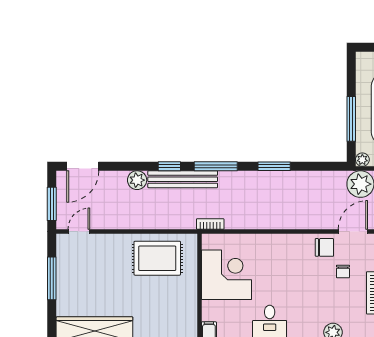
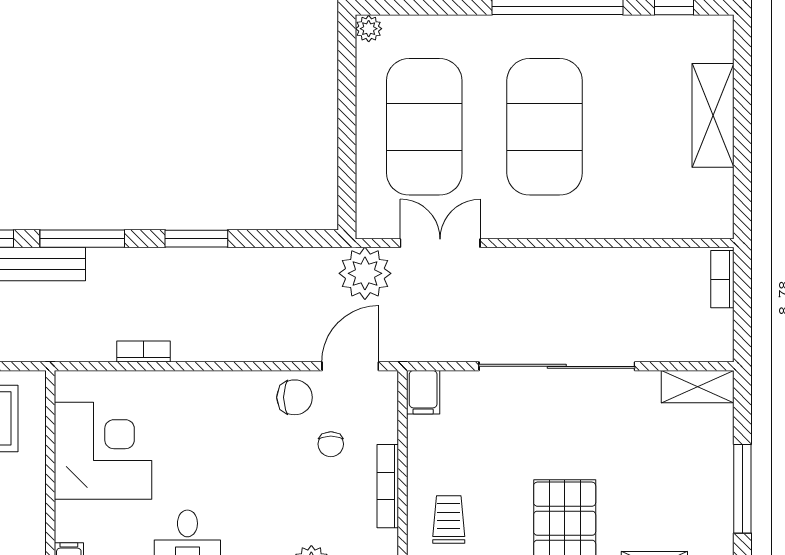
window: (351, 119) -> (347, 146), removed
plant: (362, 160) -> (369, 29), moved
bookcase: (210, 224) -> (143, 352), moved

